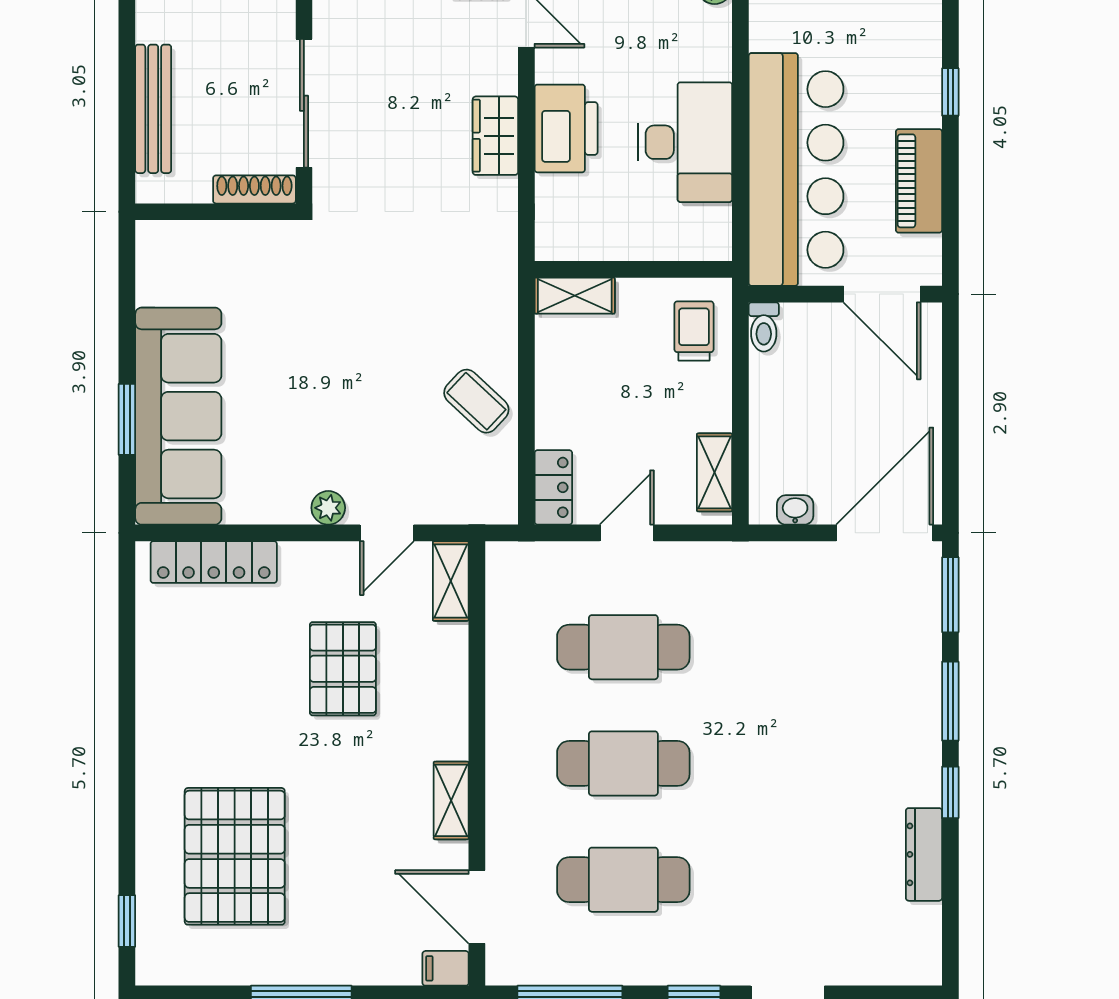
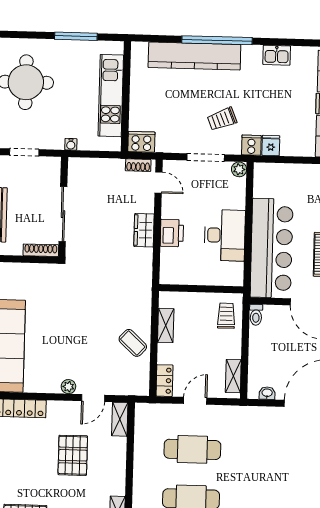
printer: (566, 128) -> (172, 233), width x0.73, depth x0.84
shelving: (575, 296) -> (166, 325), moved, turned 90

